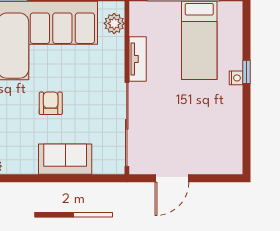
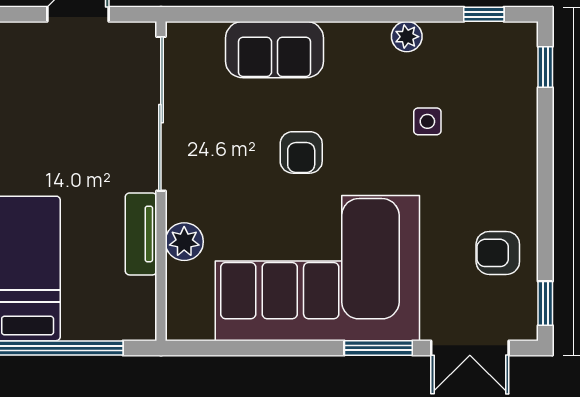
plant: (114, 23) -> (184, 242), moved

